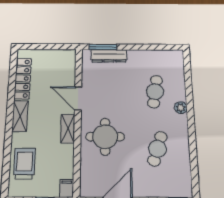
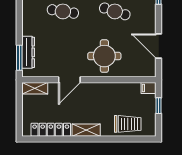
shelving: (68, 129) -> (35, 88), moved
trolley: (24, 164) -> (128, 124), turned 180

